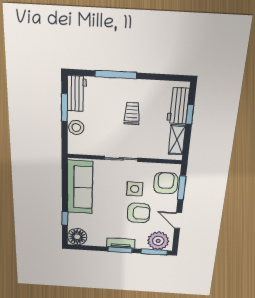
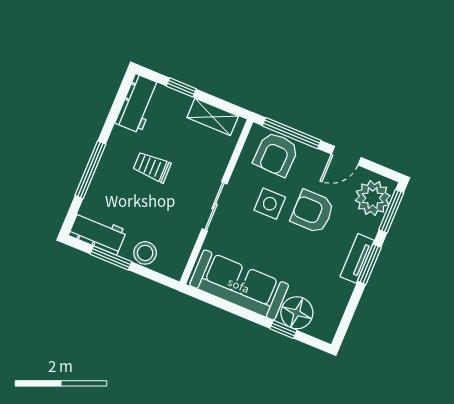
workbench: (178, 106) -> (138, 103), moved, turned -90
armchair: (166, 183) -> (276, 154), turned -88
window: (182, 188) -> (292, 133), width x1.44
armchair: (139, 213) -> (312, 212), turned -90
floor lamp: (77, 237) -> (297, 313), moved

